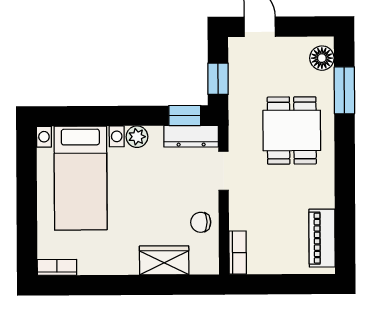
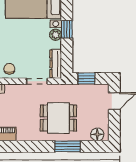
window: (344, 90) -> (68, 146), moved
window: (185, 116) -> (67, 29), moved

